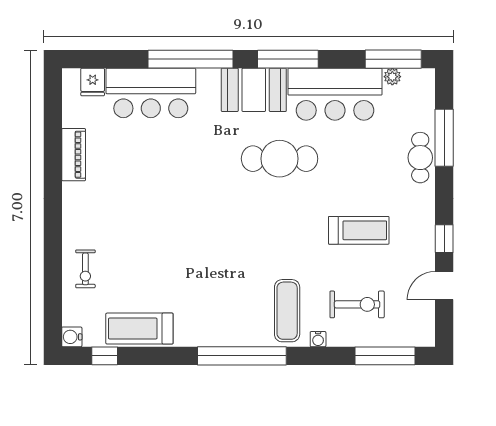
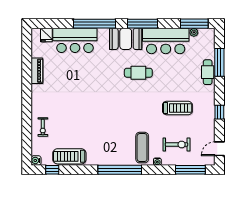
cafe table: (280, 159) -> (138, 73), width x0.73, depth x0.74
door: (444, 286) -> (219, 149), moved

